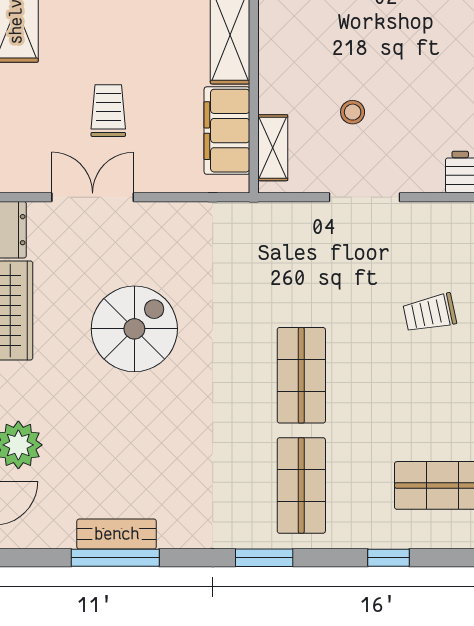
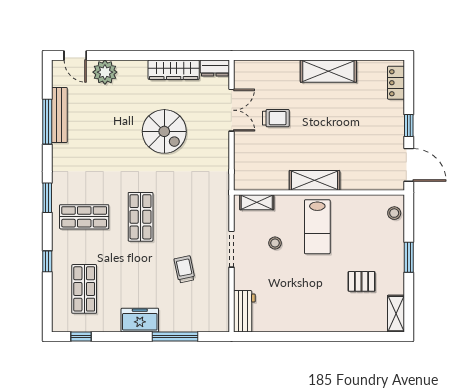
lab bench: (321, 29) -> (317, 227), added
filing cabinet: (227, 131) -> (266, 179), removed
trolley: (430, 313) -> (184, 269), moved
shop shelf: (301, 375) -> (141, 217), turned 90
bench: (117, 534) -> (59, 115), width x1.36

